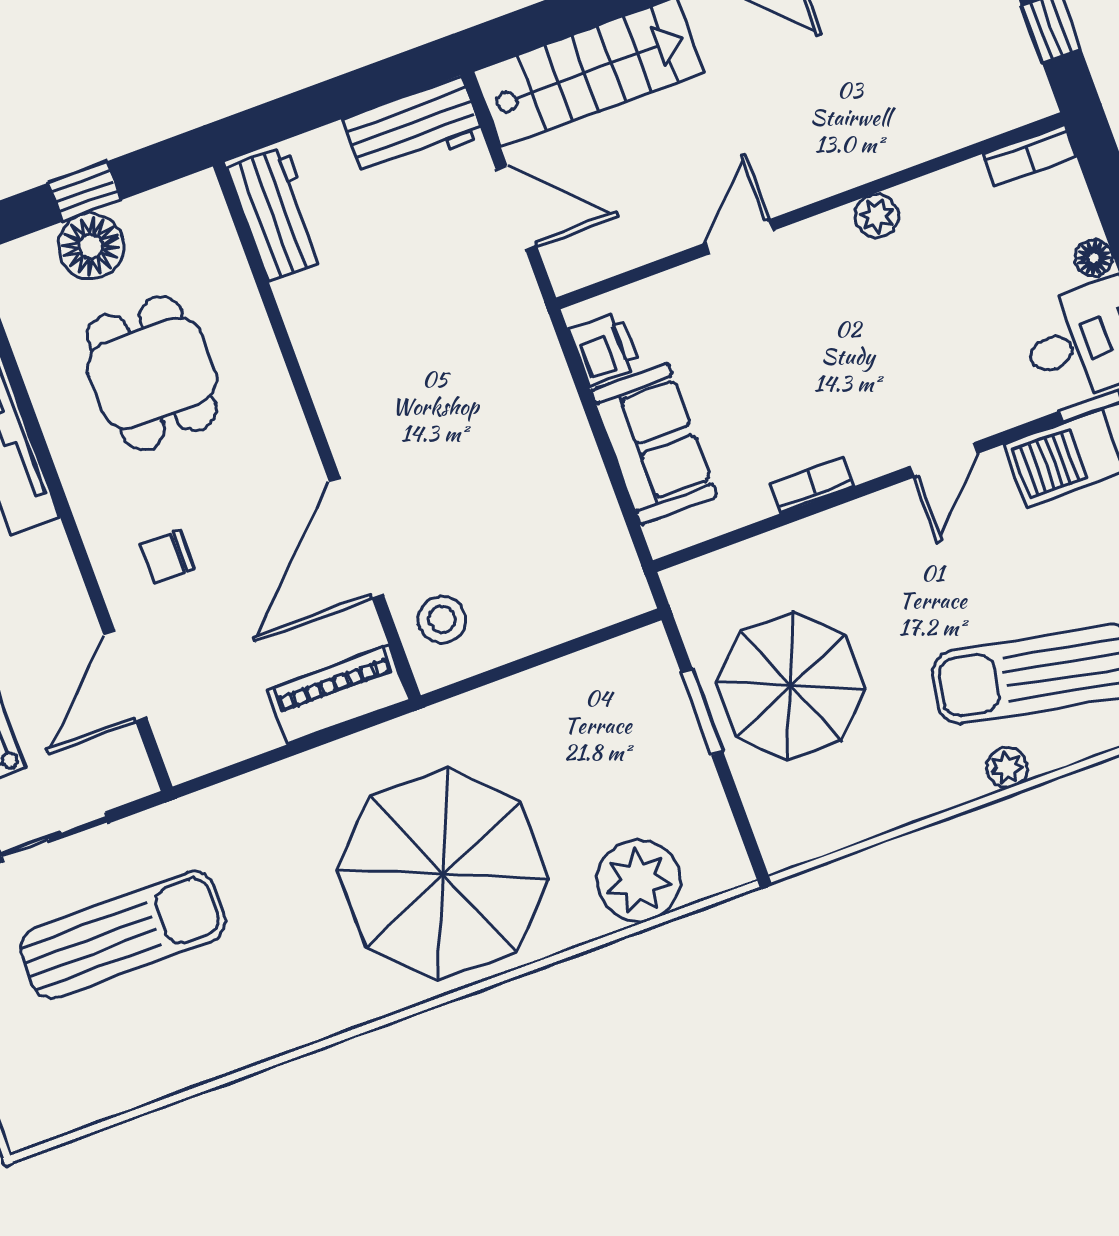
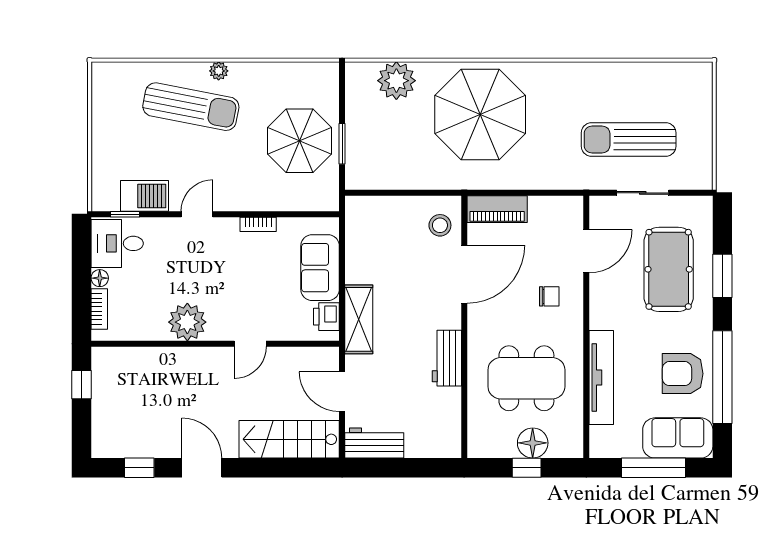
bookcase: (1029, 155) -> (99, 309), moved, turned 90
workbench: (277, 214) -> (447, 358), moved
plant: (877, 216) -> (187, 322), width x1.87, depth x1.87
shelving: (537, 367) -> (359, 319), added
dining table: (152, 373) -> (526, 378), width x1.38

